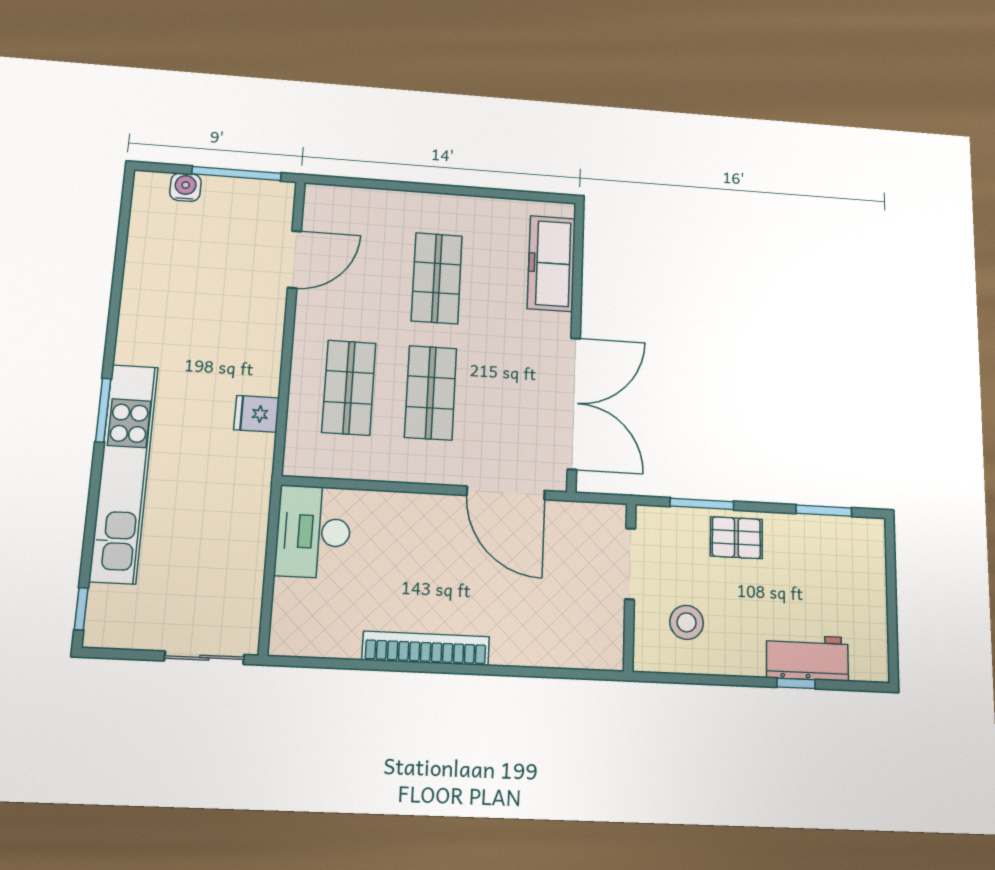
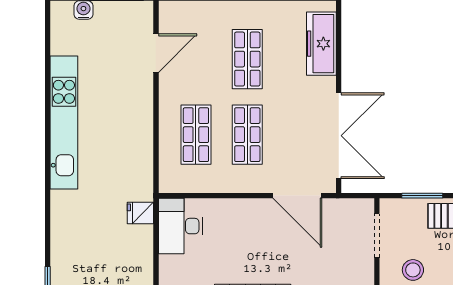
window: (103, 410) -> (48, 158), removed
fridge: (257, 414) -> (140, 213), moved
kitchen unit: (124, 473) -> (64, 122), moved

